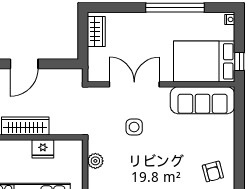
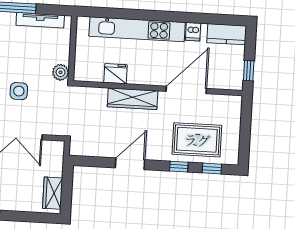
plant: (95, 161) -> (61, 72), moved

